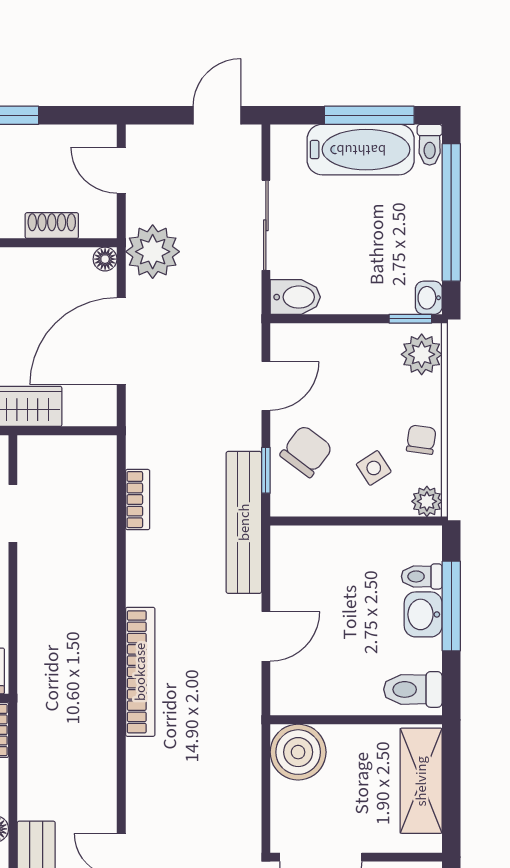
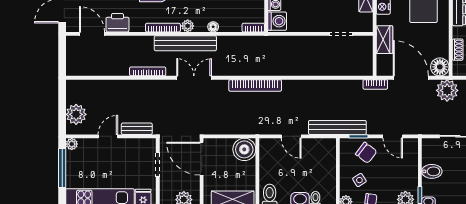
floor lamp: (105, 259) -> (440, 67), width x1.89, depth x1.89
bidet: (295, 297) -> (432, 171), moved, turned -90
bookcase: (138, 500) -> (375, 84), moved
bookcase: (140, 672) -> (255, 85), moved

